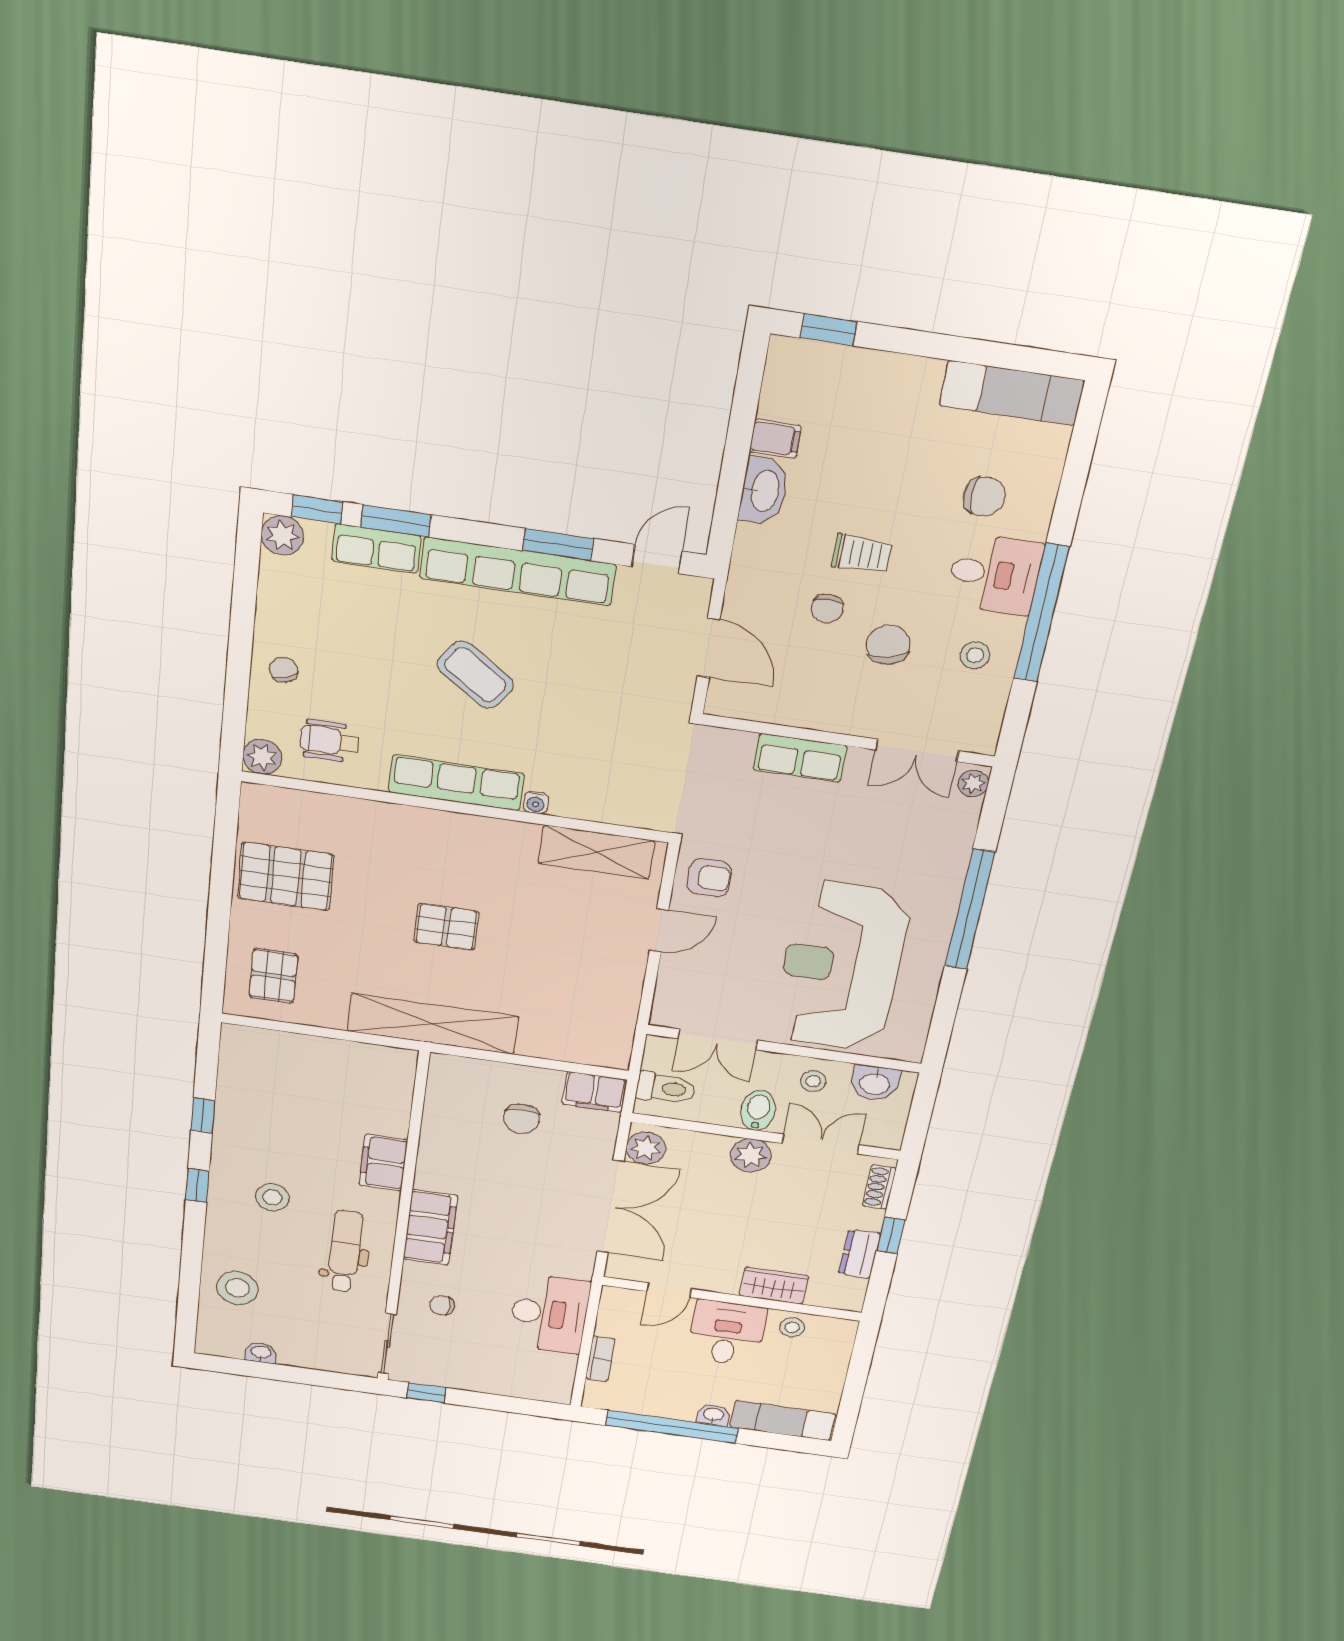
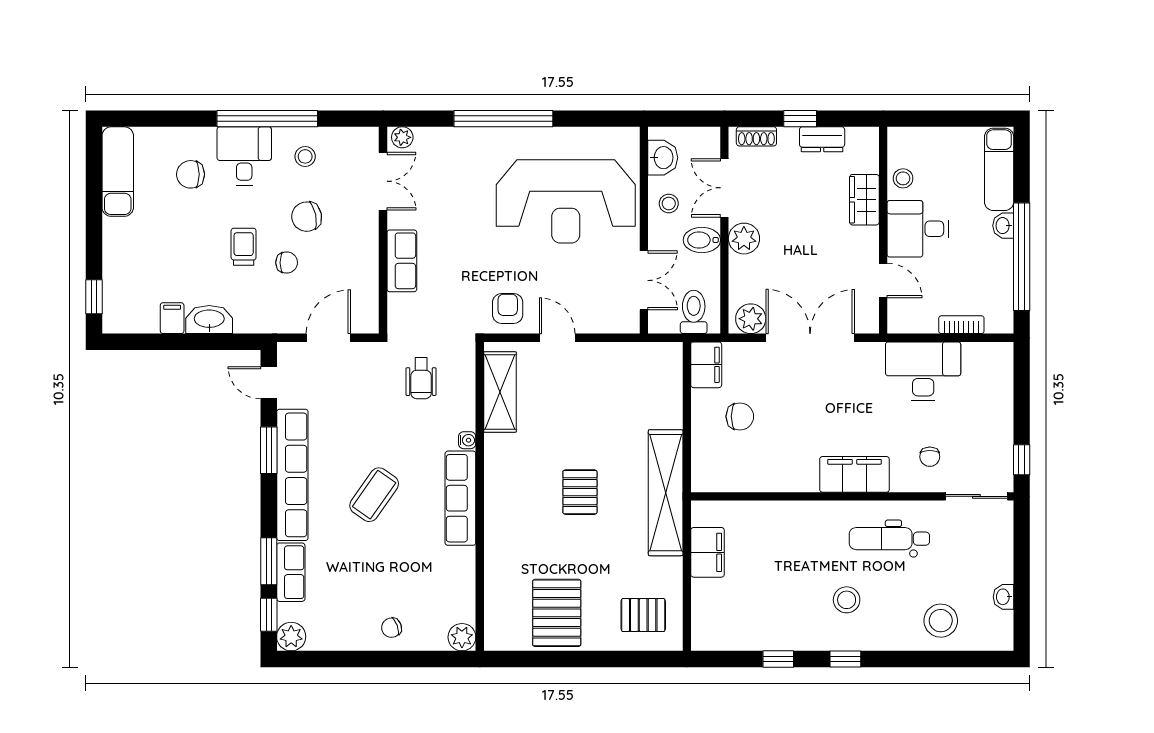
chair: (984, 496) -> (191, 174), turned -90
wheelchair: (329, 741) -> (421, 378), moved
filing cabinet: (383, 1163) -> (707, 552), moved, turned -90

